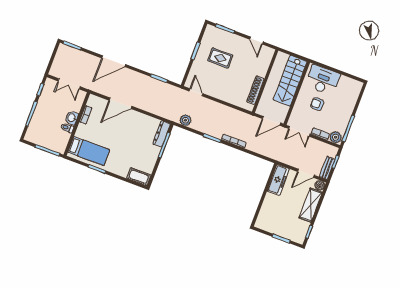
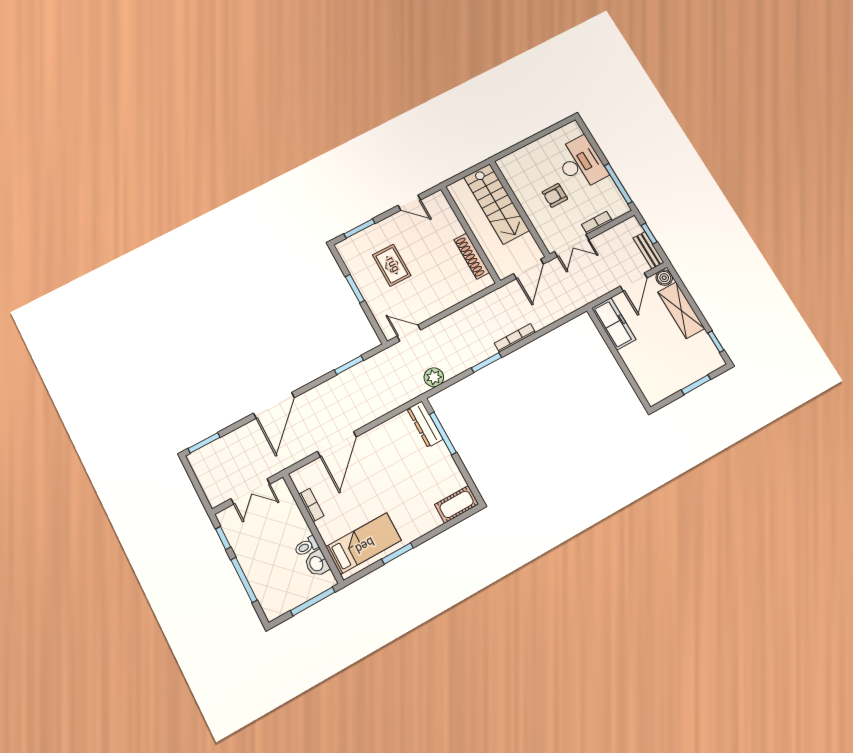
rug: (220, 58) -> (392, 265), turned 90
desk: (323, 80) -> (581, 163), moved, turned 90
washbasin: (72, 118) -> (317, 563), moved
plant: (336, 137) -> (617, 208), removed

